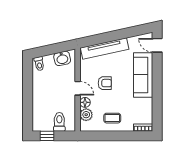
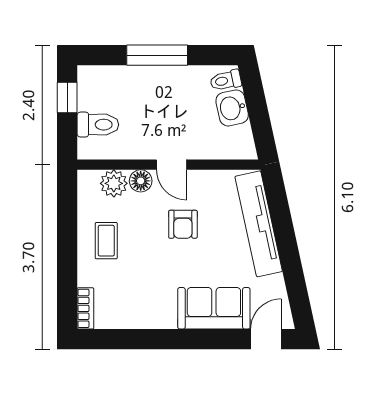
washbasin: (62, 58) -> (232, 108), moved
sofa: (143, 75) -> (214, 308), width x0.73
door: (78, 88) -> (172, 165), hinge flipped
window: (28, 95) -> (157, 55), added

